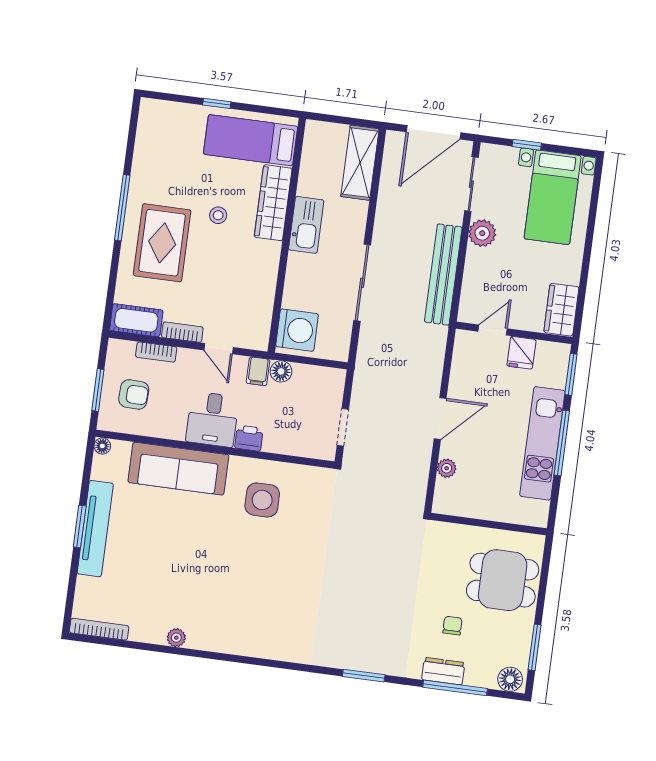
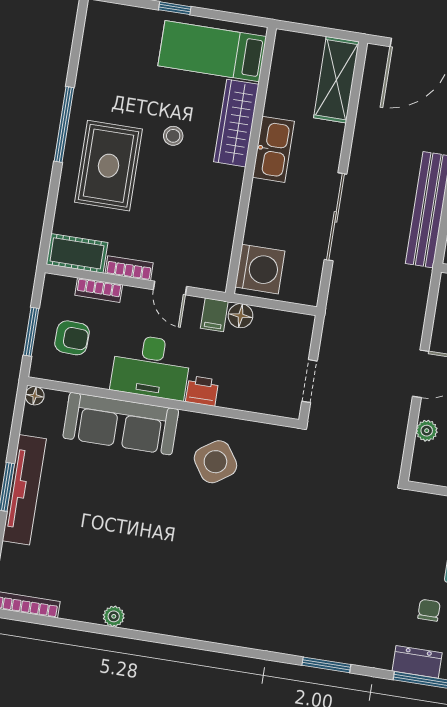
desk: (212, 419) -> (151, 367), width x1.37
side table: (262, 500) -> (215, 462), turned -34

